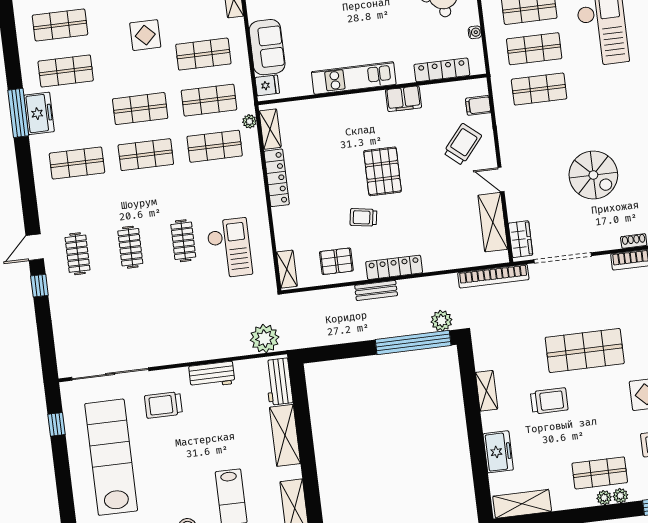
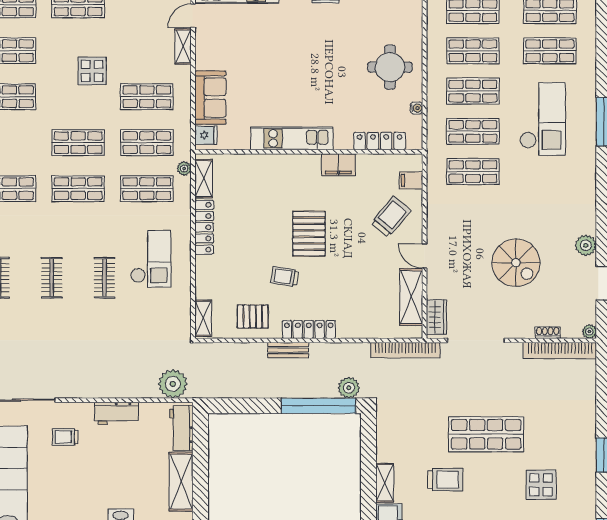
checkout: (229, 248) -> (151, 259), moved
shelving: (487, 391) -> (385, 483), moved
trolley: (163, 405) -> (65, 437), width x0.73, depth x0.72

